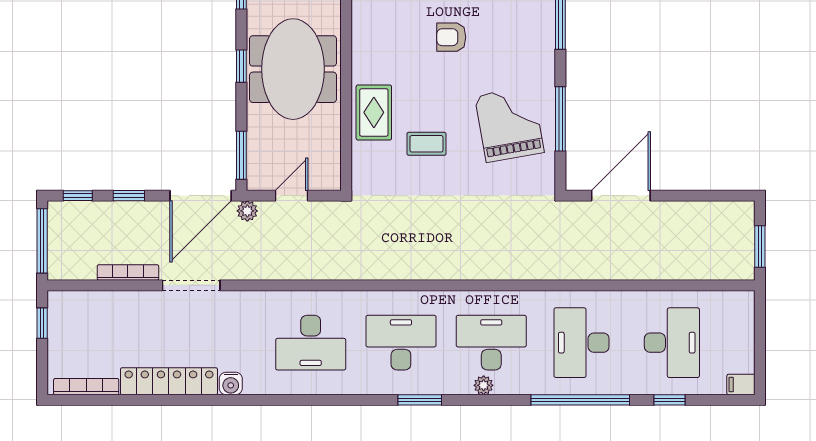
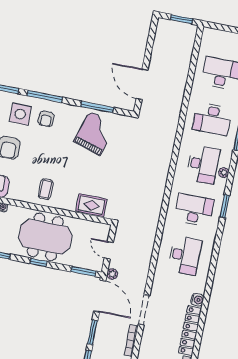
armchair: (451, 37) -> (46, 119), moved
rug: (374, 112) -> (91, 205), moved
grand piano: (509, 124) -> (95, 133), turned 117
coffee table: (426, 144) -> (46, 189), moved
window: (129, 196) -> (92, 332), width x1.50
desk: (401, 343) -> (194, 210), turned 90
desk: (491, 343) -> (203, 164), turned 180

